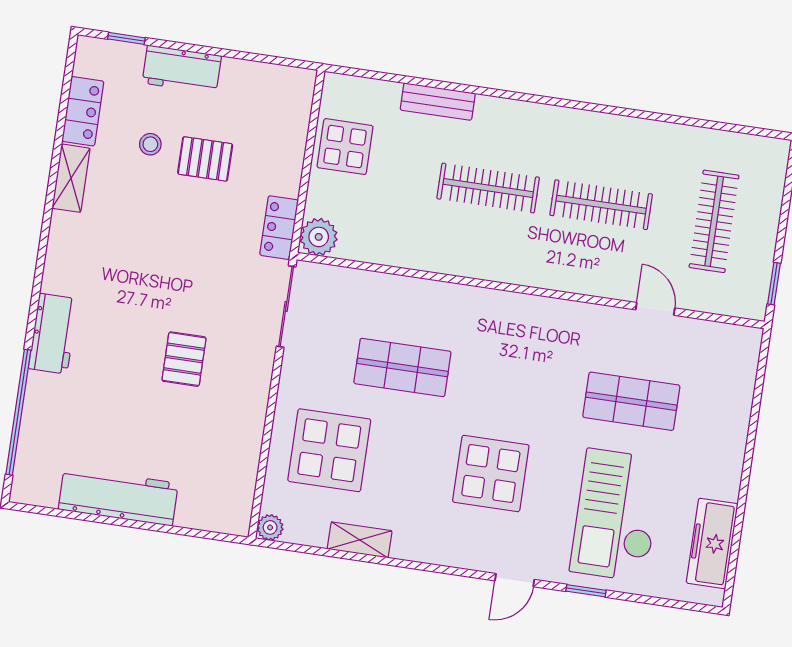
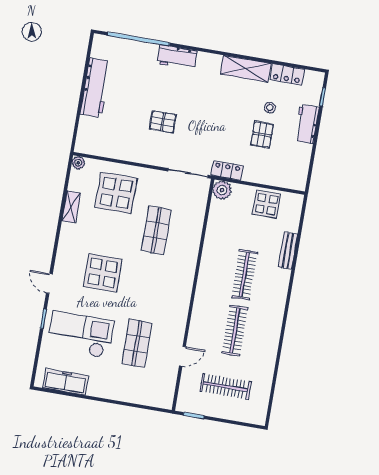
shelving: (71, 178) -> (246, 69), width x1.50, depth x1.33

